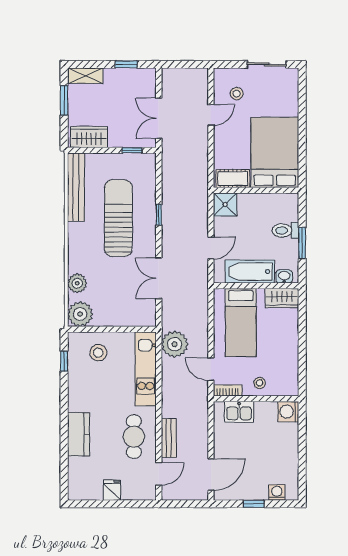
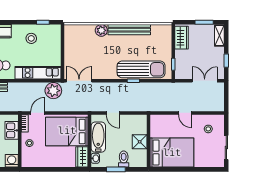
door: (211, 115) -> (185, 113), moved
double door: (159, 118) -> (205, 81), moved
cot: (233, 179) -> (156, 127), removed
bench: (76, 187) -> (129, 30), moved
shower: (225, 205) -> (140, 142), moved
sun lounger: (118, 218) -> (141, 69), moved
double door: (159, 278) -> (79, 81), moved
plant: (77, 283) -> (101, 30), moved
plant: (80, 314) -> (72, 32), removed
bed: (241, 323) -> (67, 131), width x1.50
stool: (98, 353) -> (31, 38), moved

